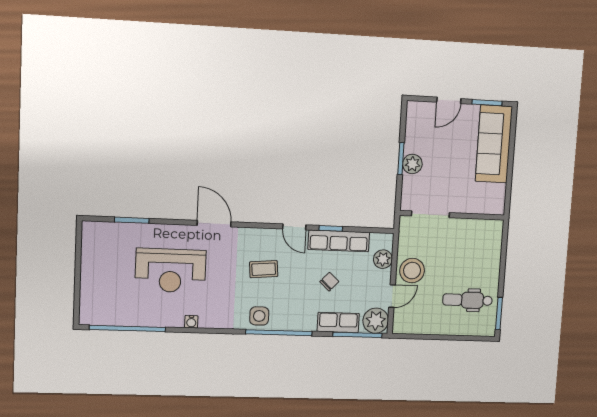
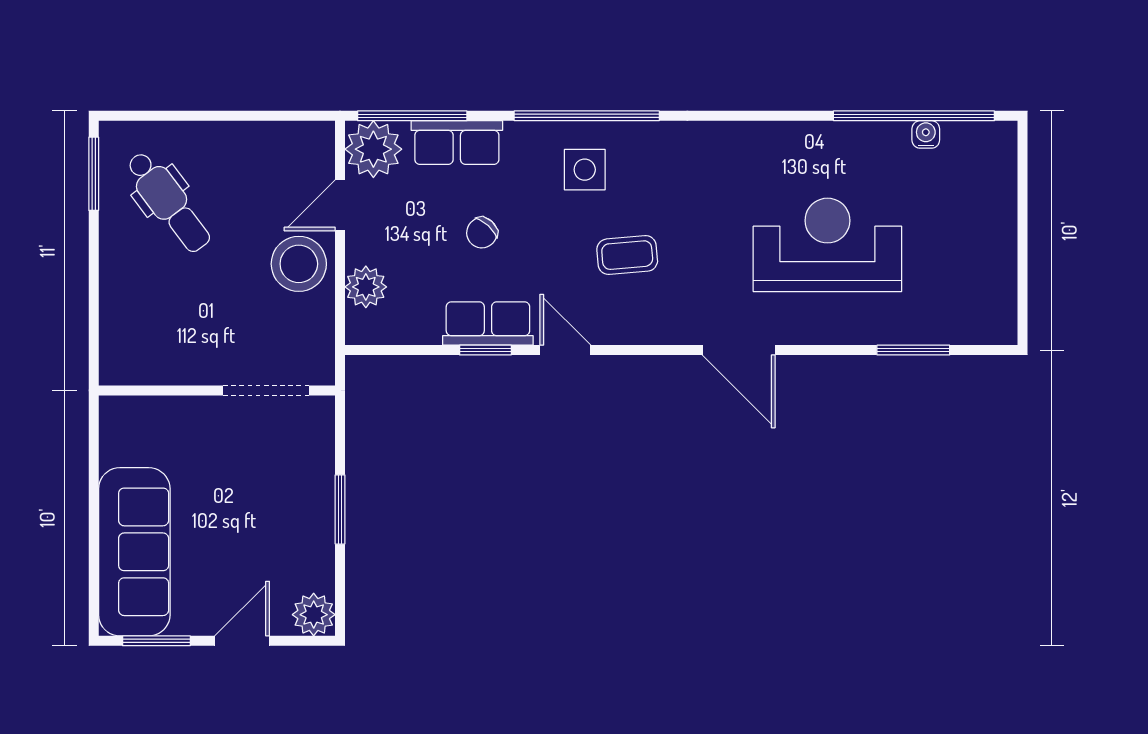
plant: (412, 164) -> (314, 615), moved
row of seats: (339, 241) -> (488, 324), width x0.68
dental chair: (467, 300) -> (168, 202), turned 53
side table: (259, 316) -> (585, 170), moved
water cooler: (191, 322) -> (926, 134), moved

